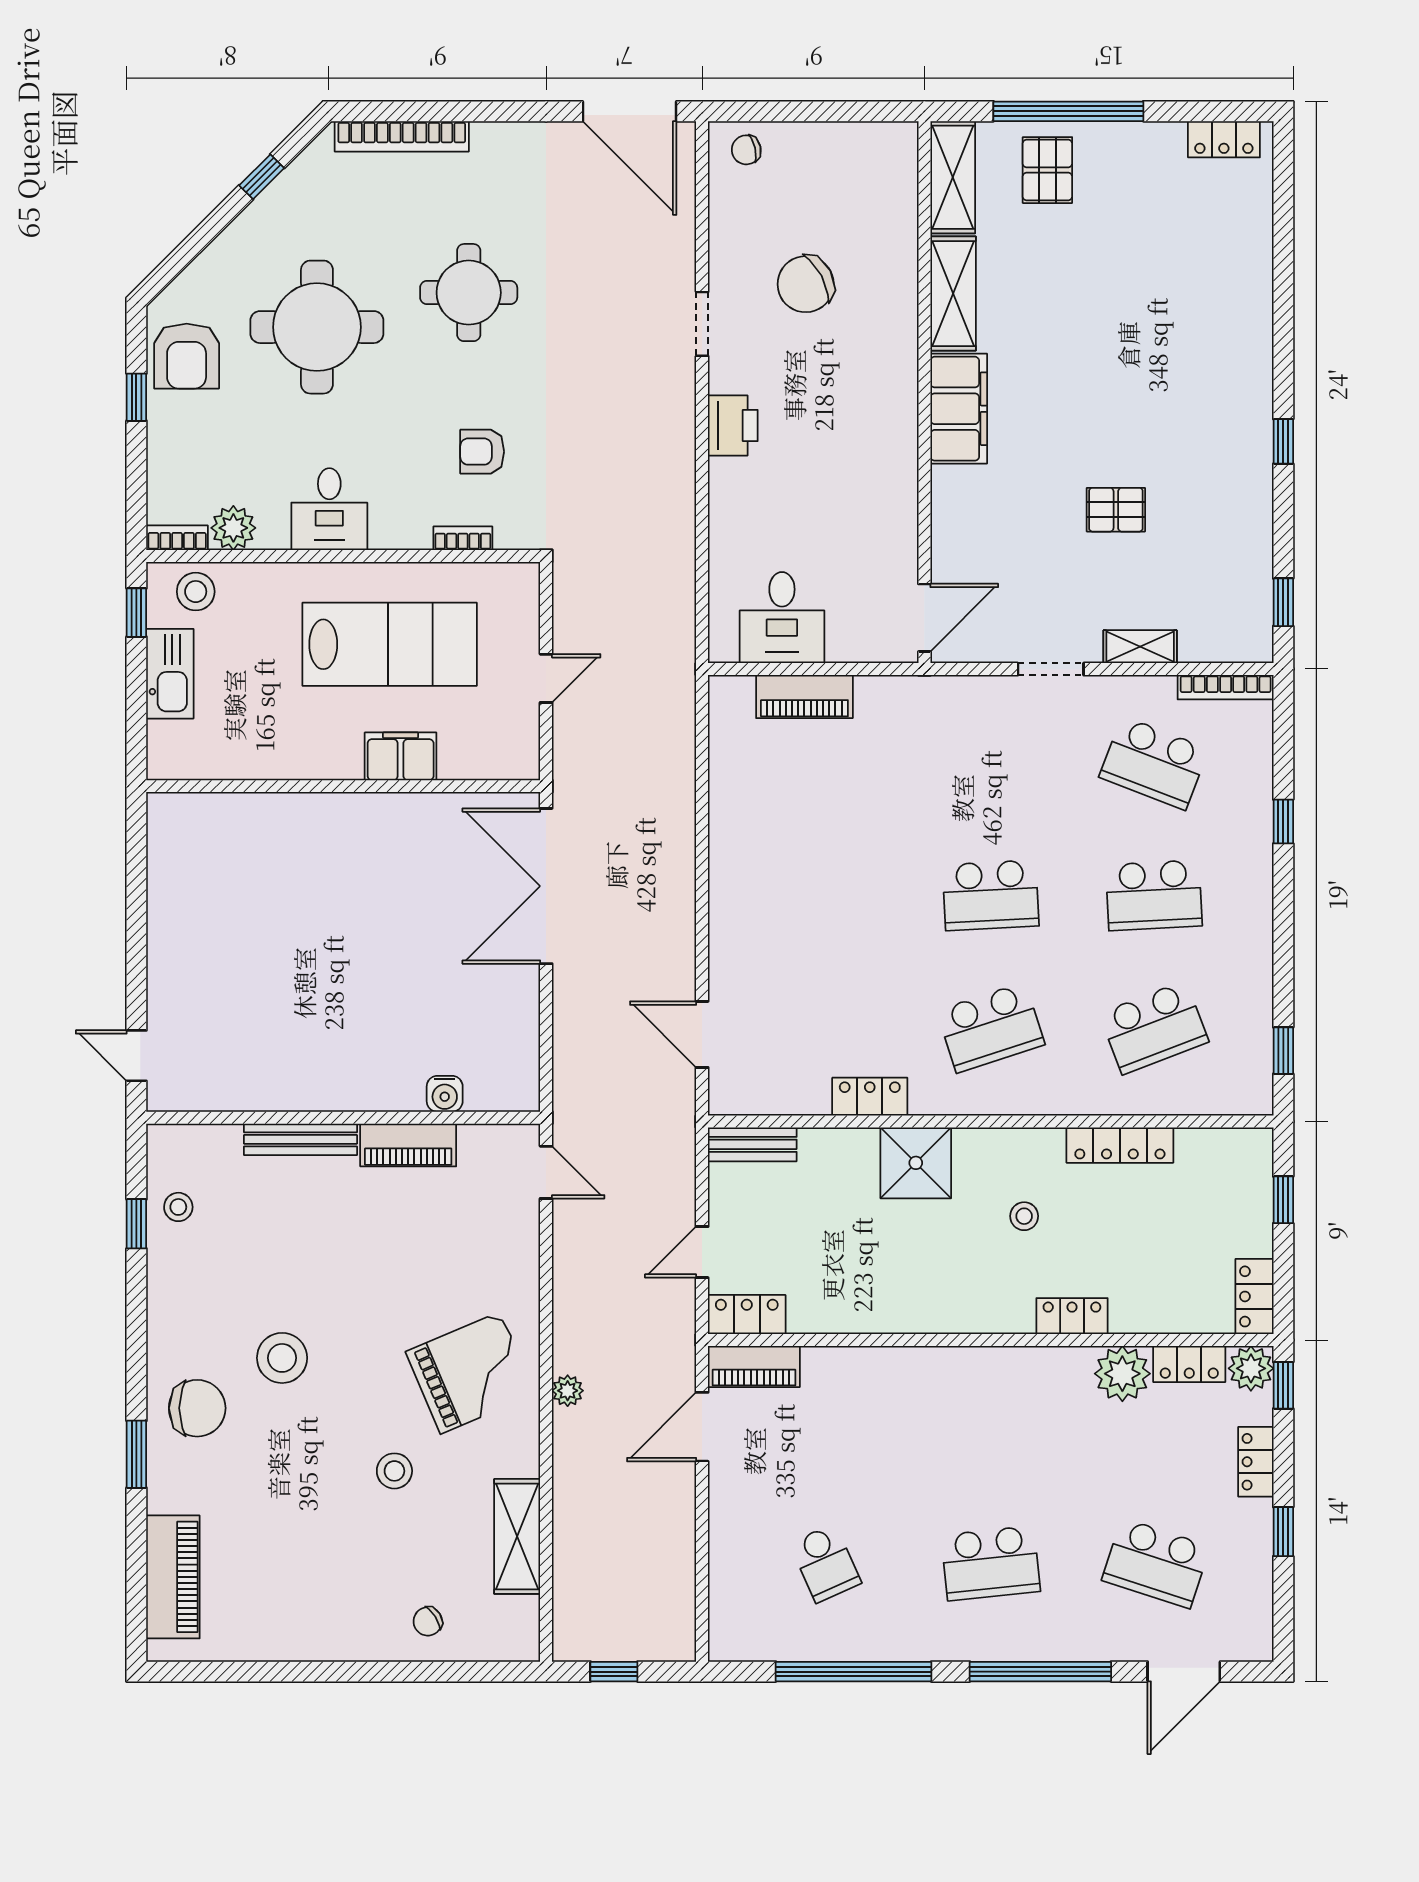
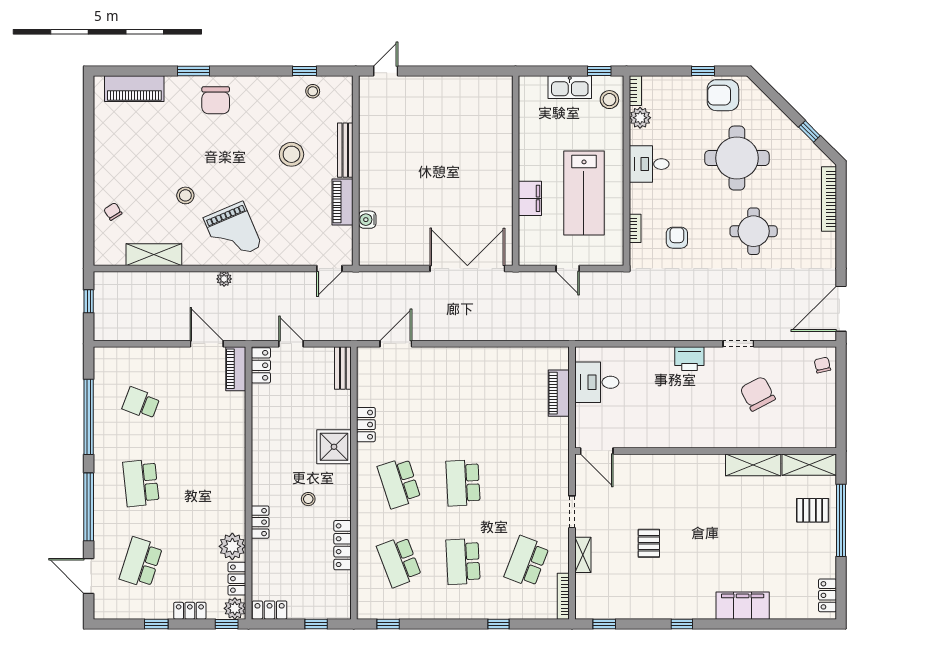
filing cabinet: (959, 409) -> (743, 606), moved, turned 180
stool: (282, 1358) -> (291, 154), moved
school desk: (825, 1563) -> (141, 403), turned 45

